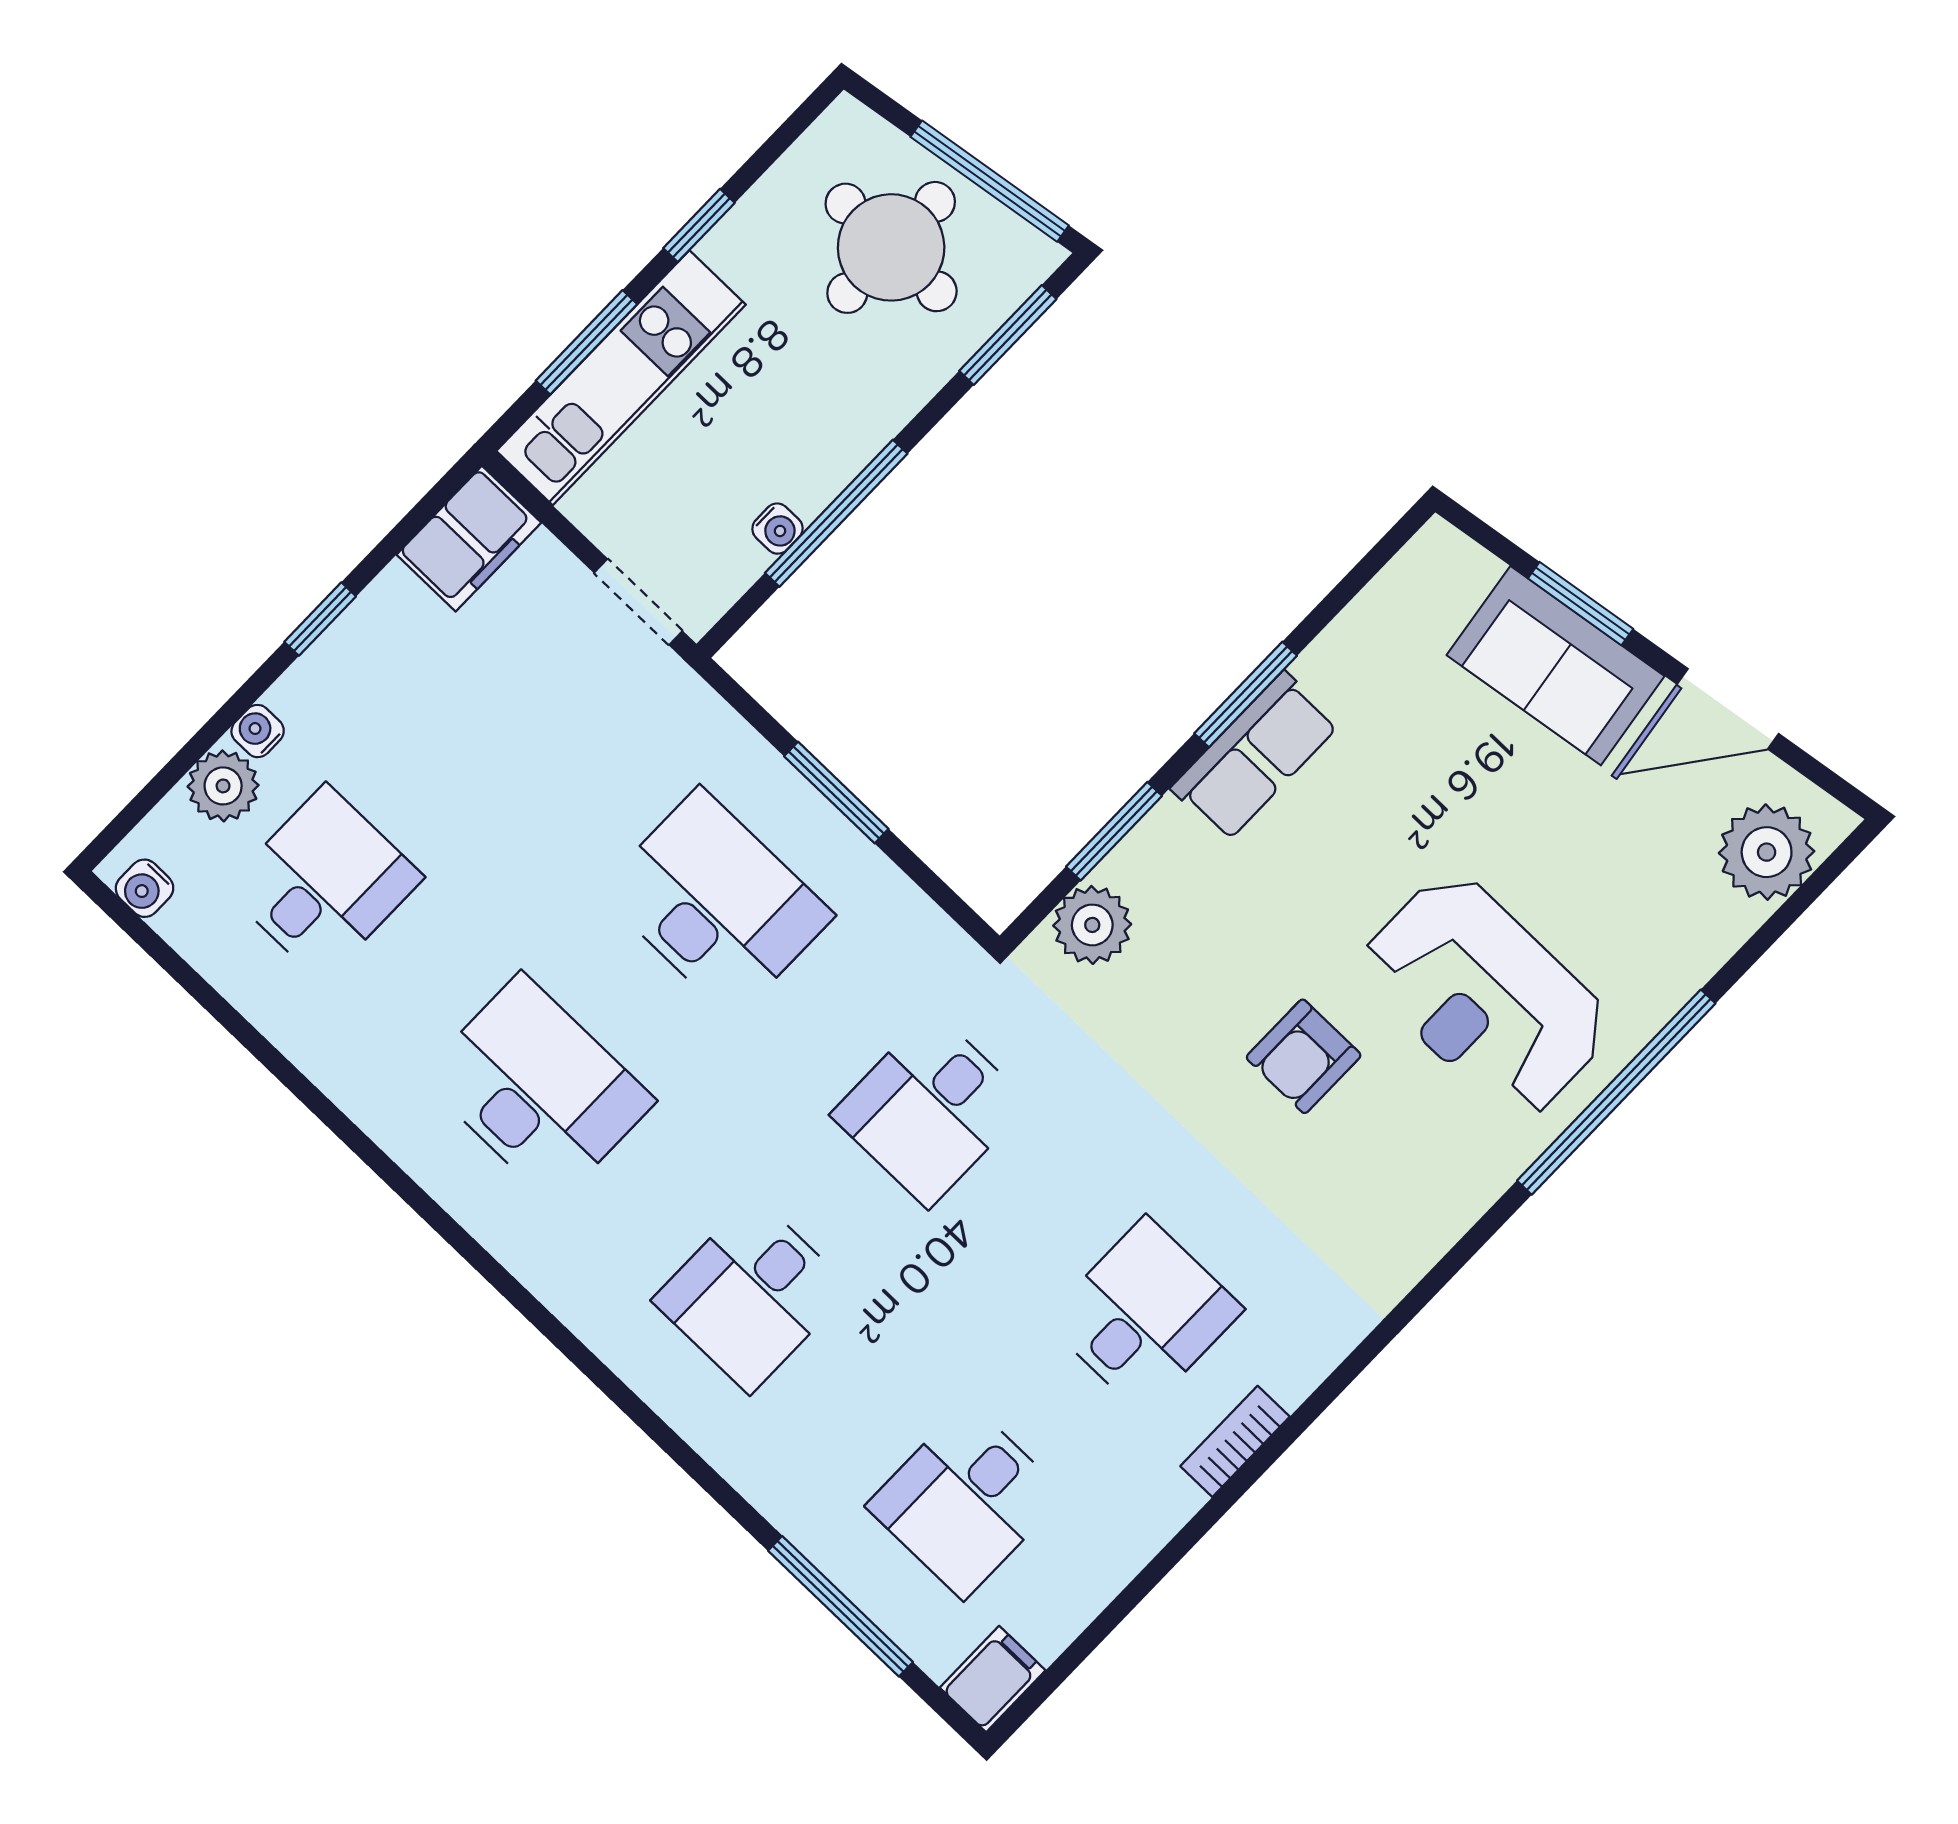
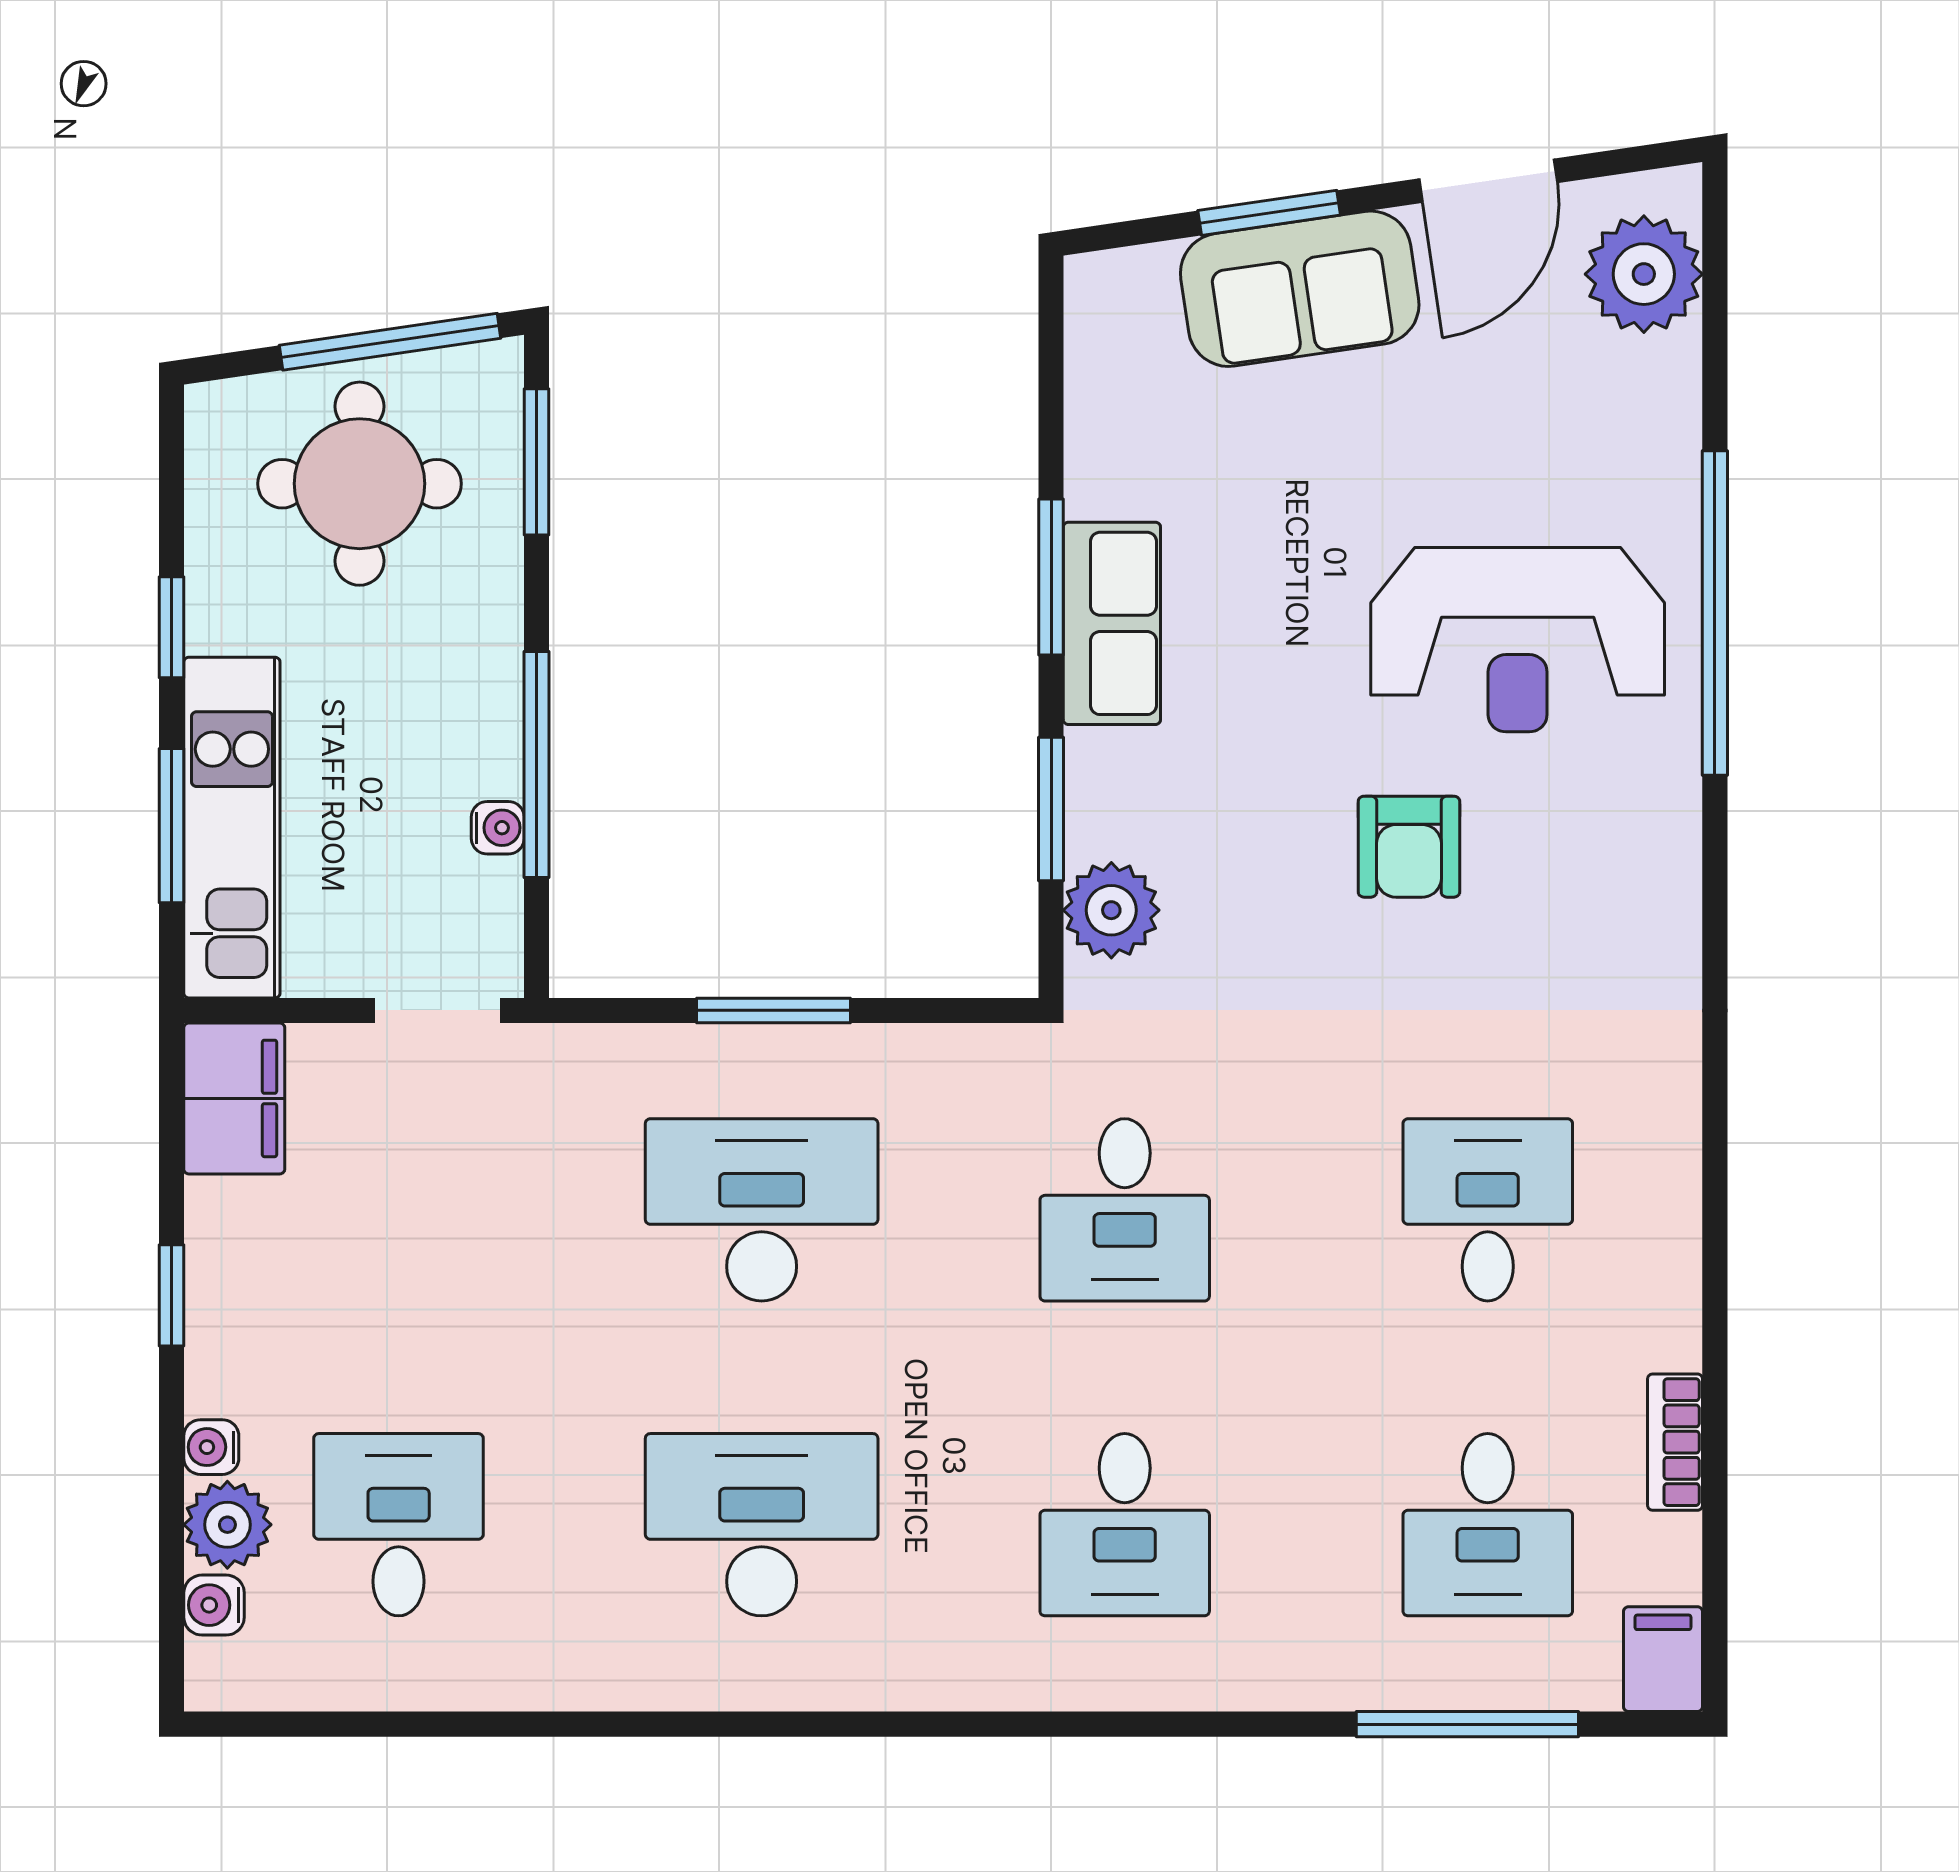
water cooler: (145, 888) -> (214, 1605), moved, turned 90
bookcase: (1235, 1441) -> (1675, 1442), moved

